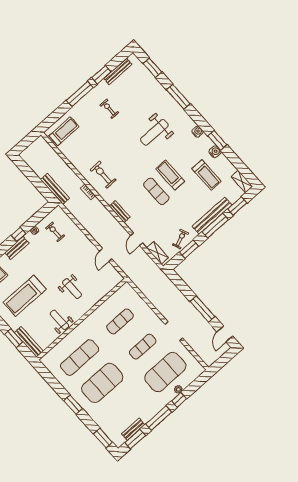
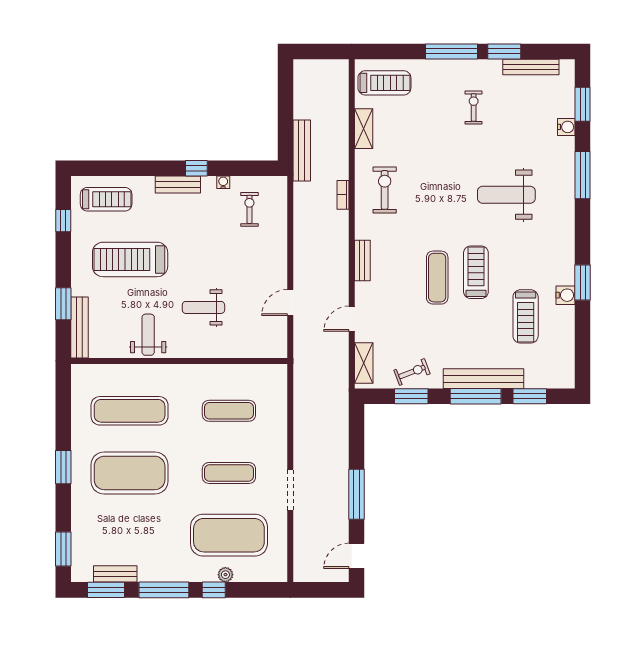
water cooler: (198, 132) -> (566, 127), moved
shelving: (242, 182) -> (364, 129), moved
weight bench: (72, 289) -> (203, 307), turned 90

